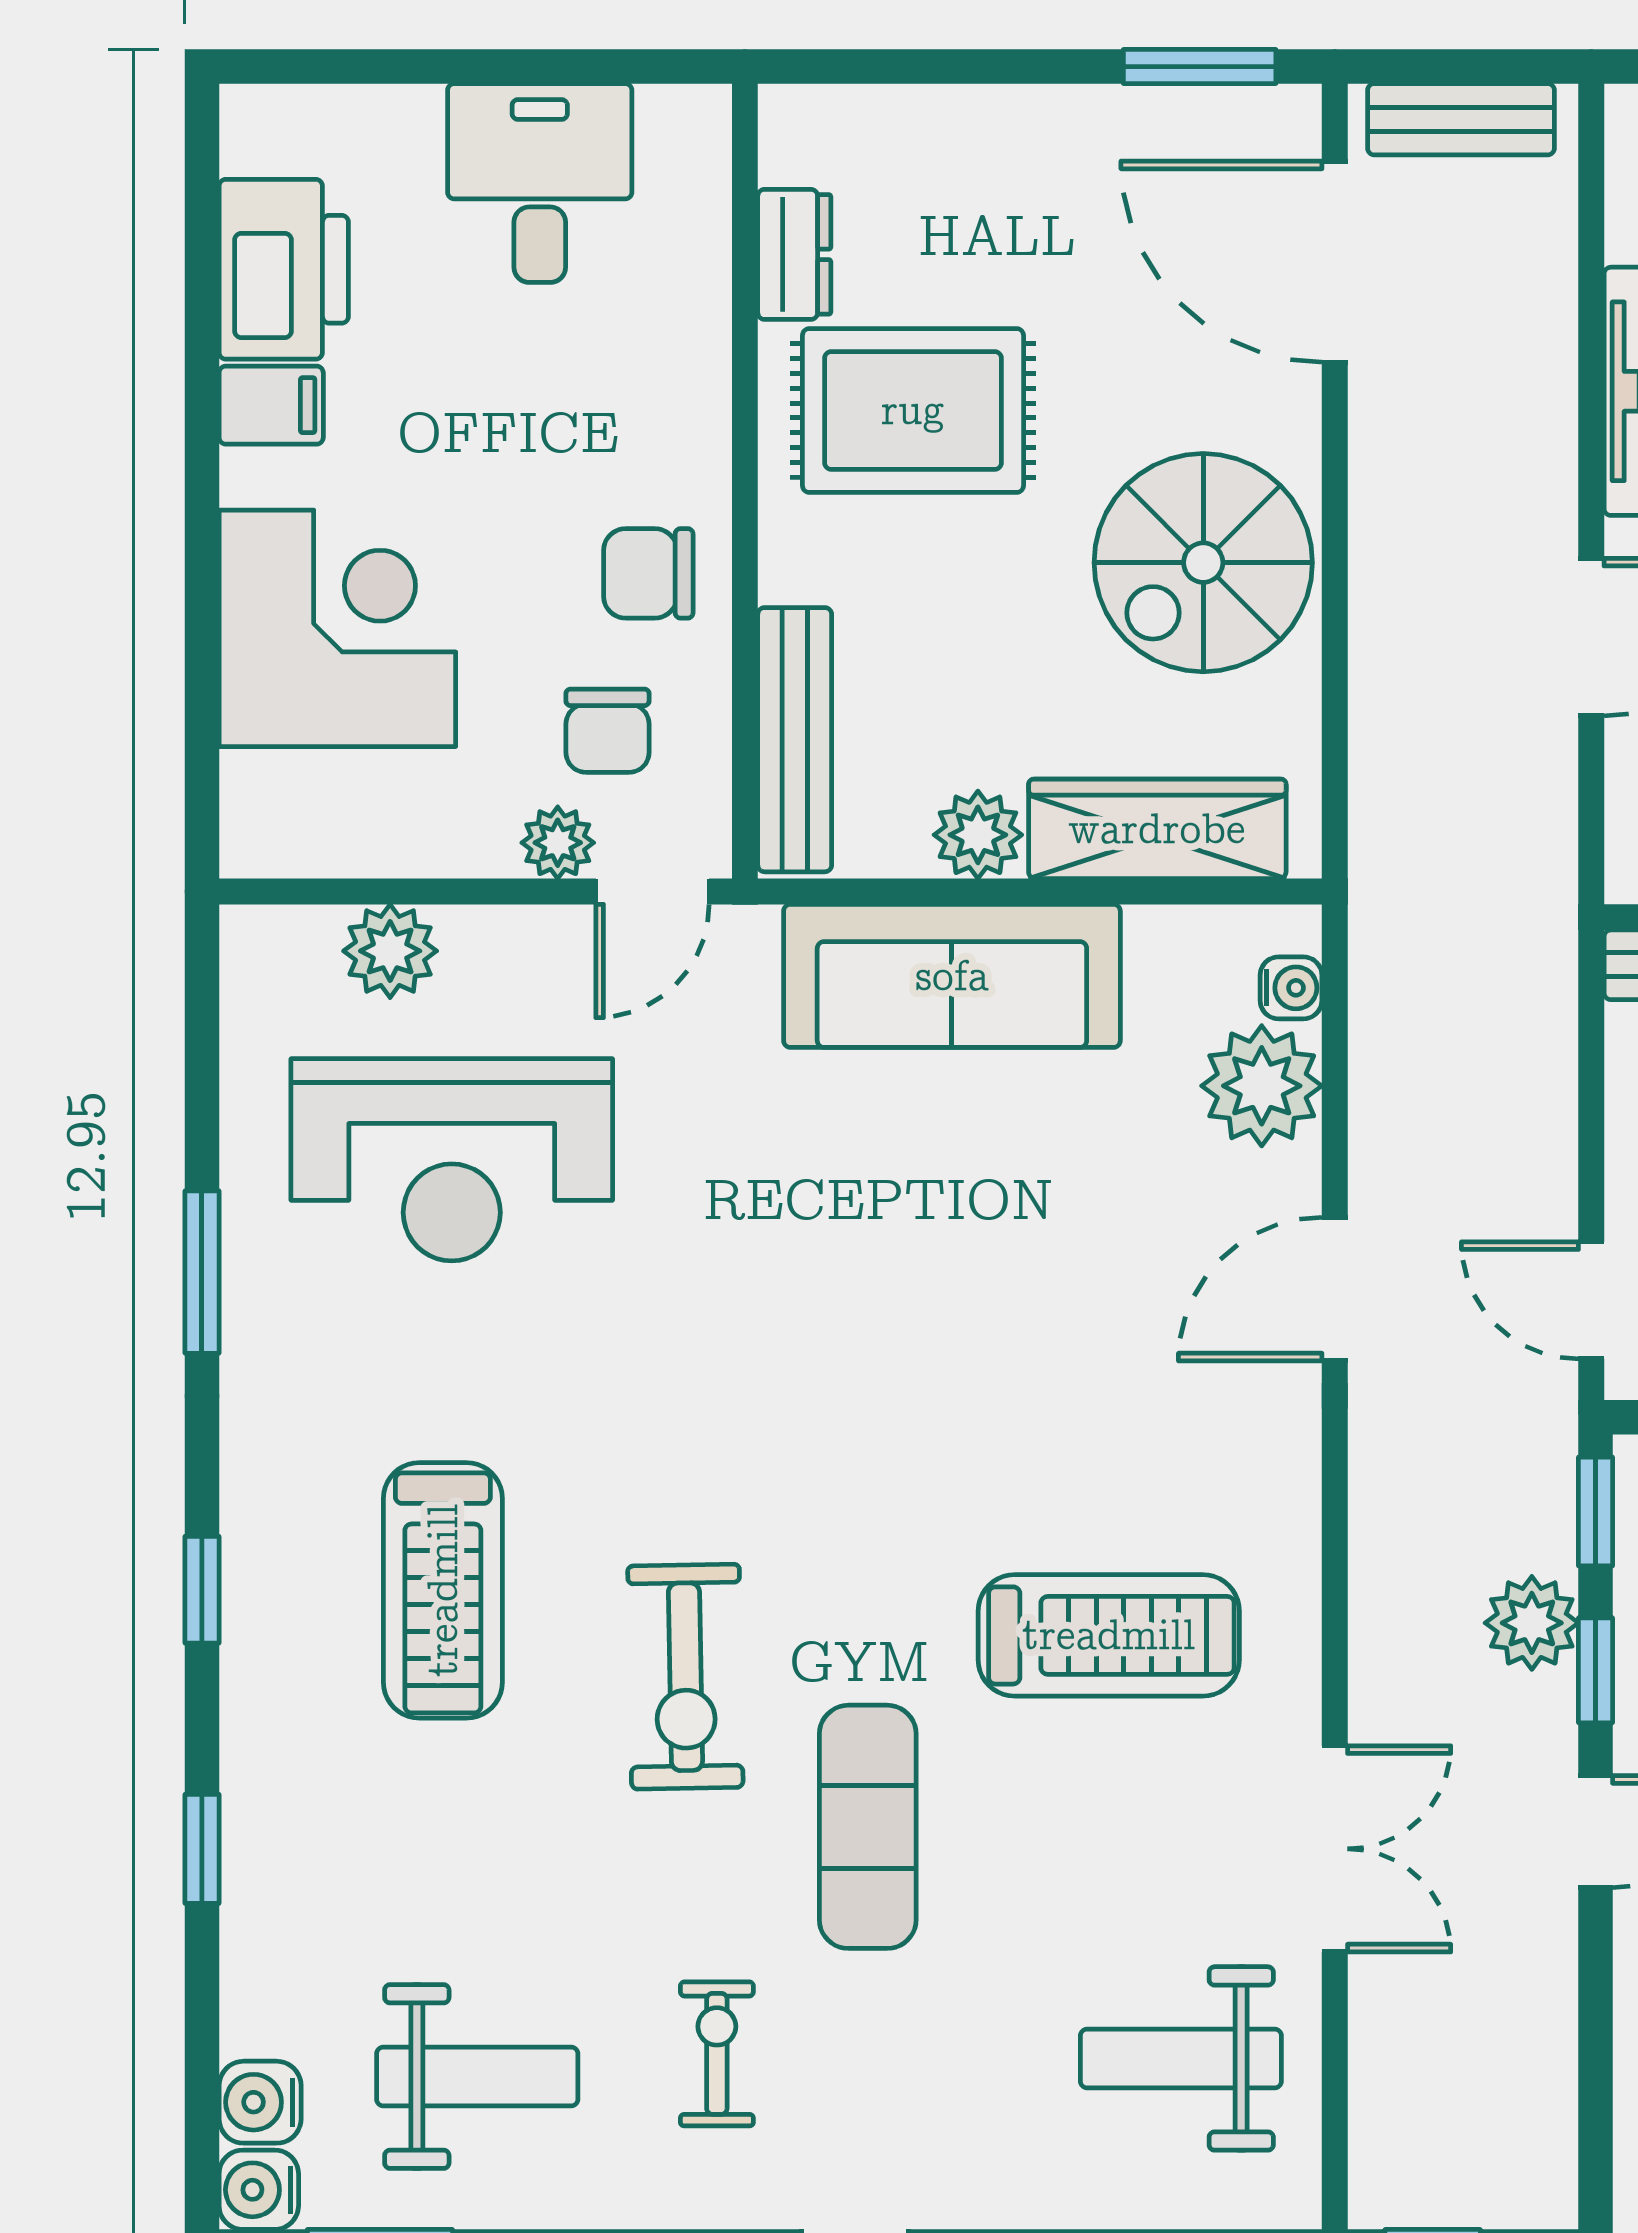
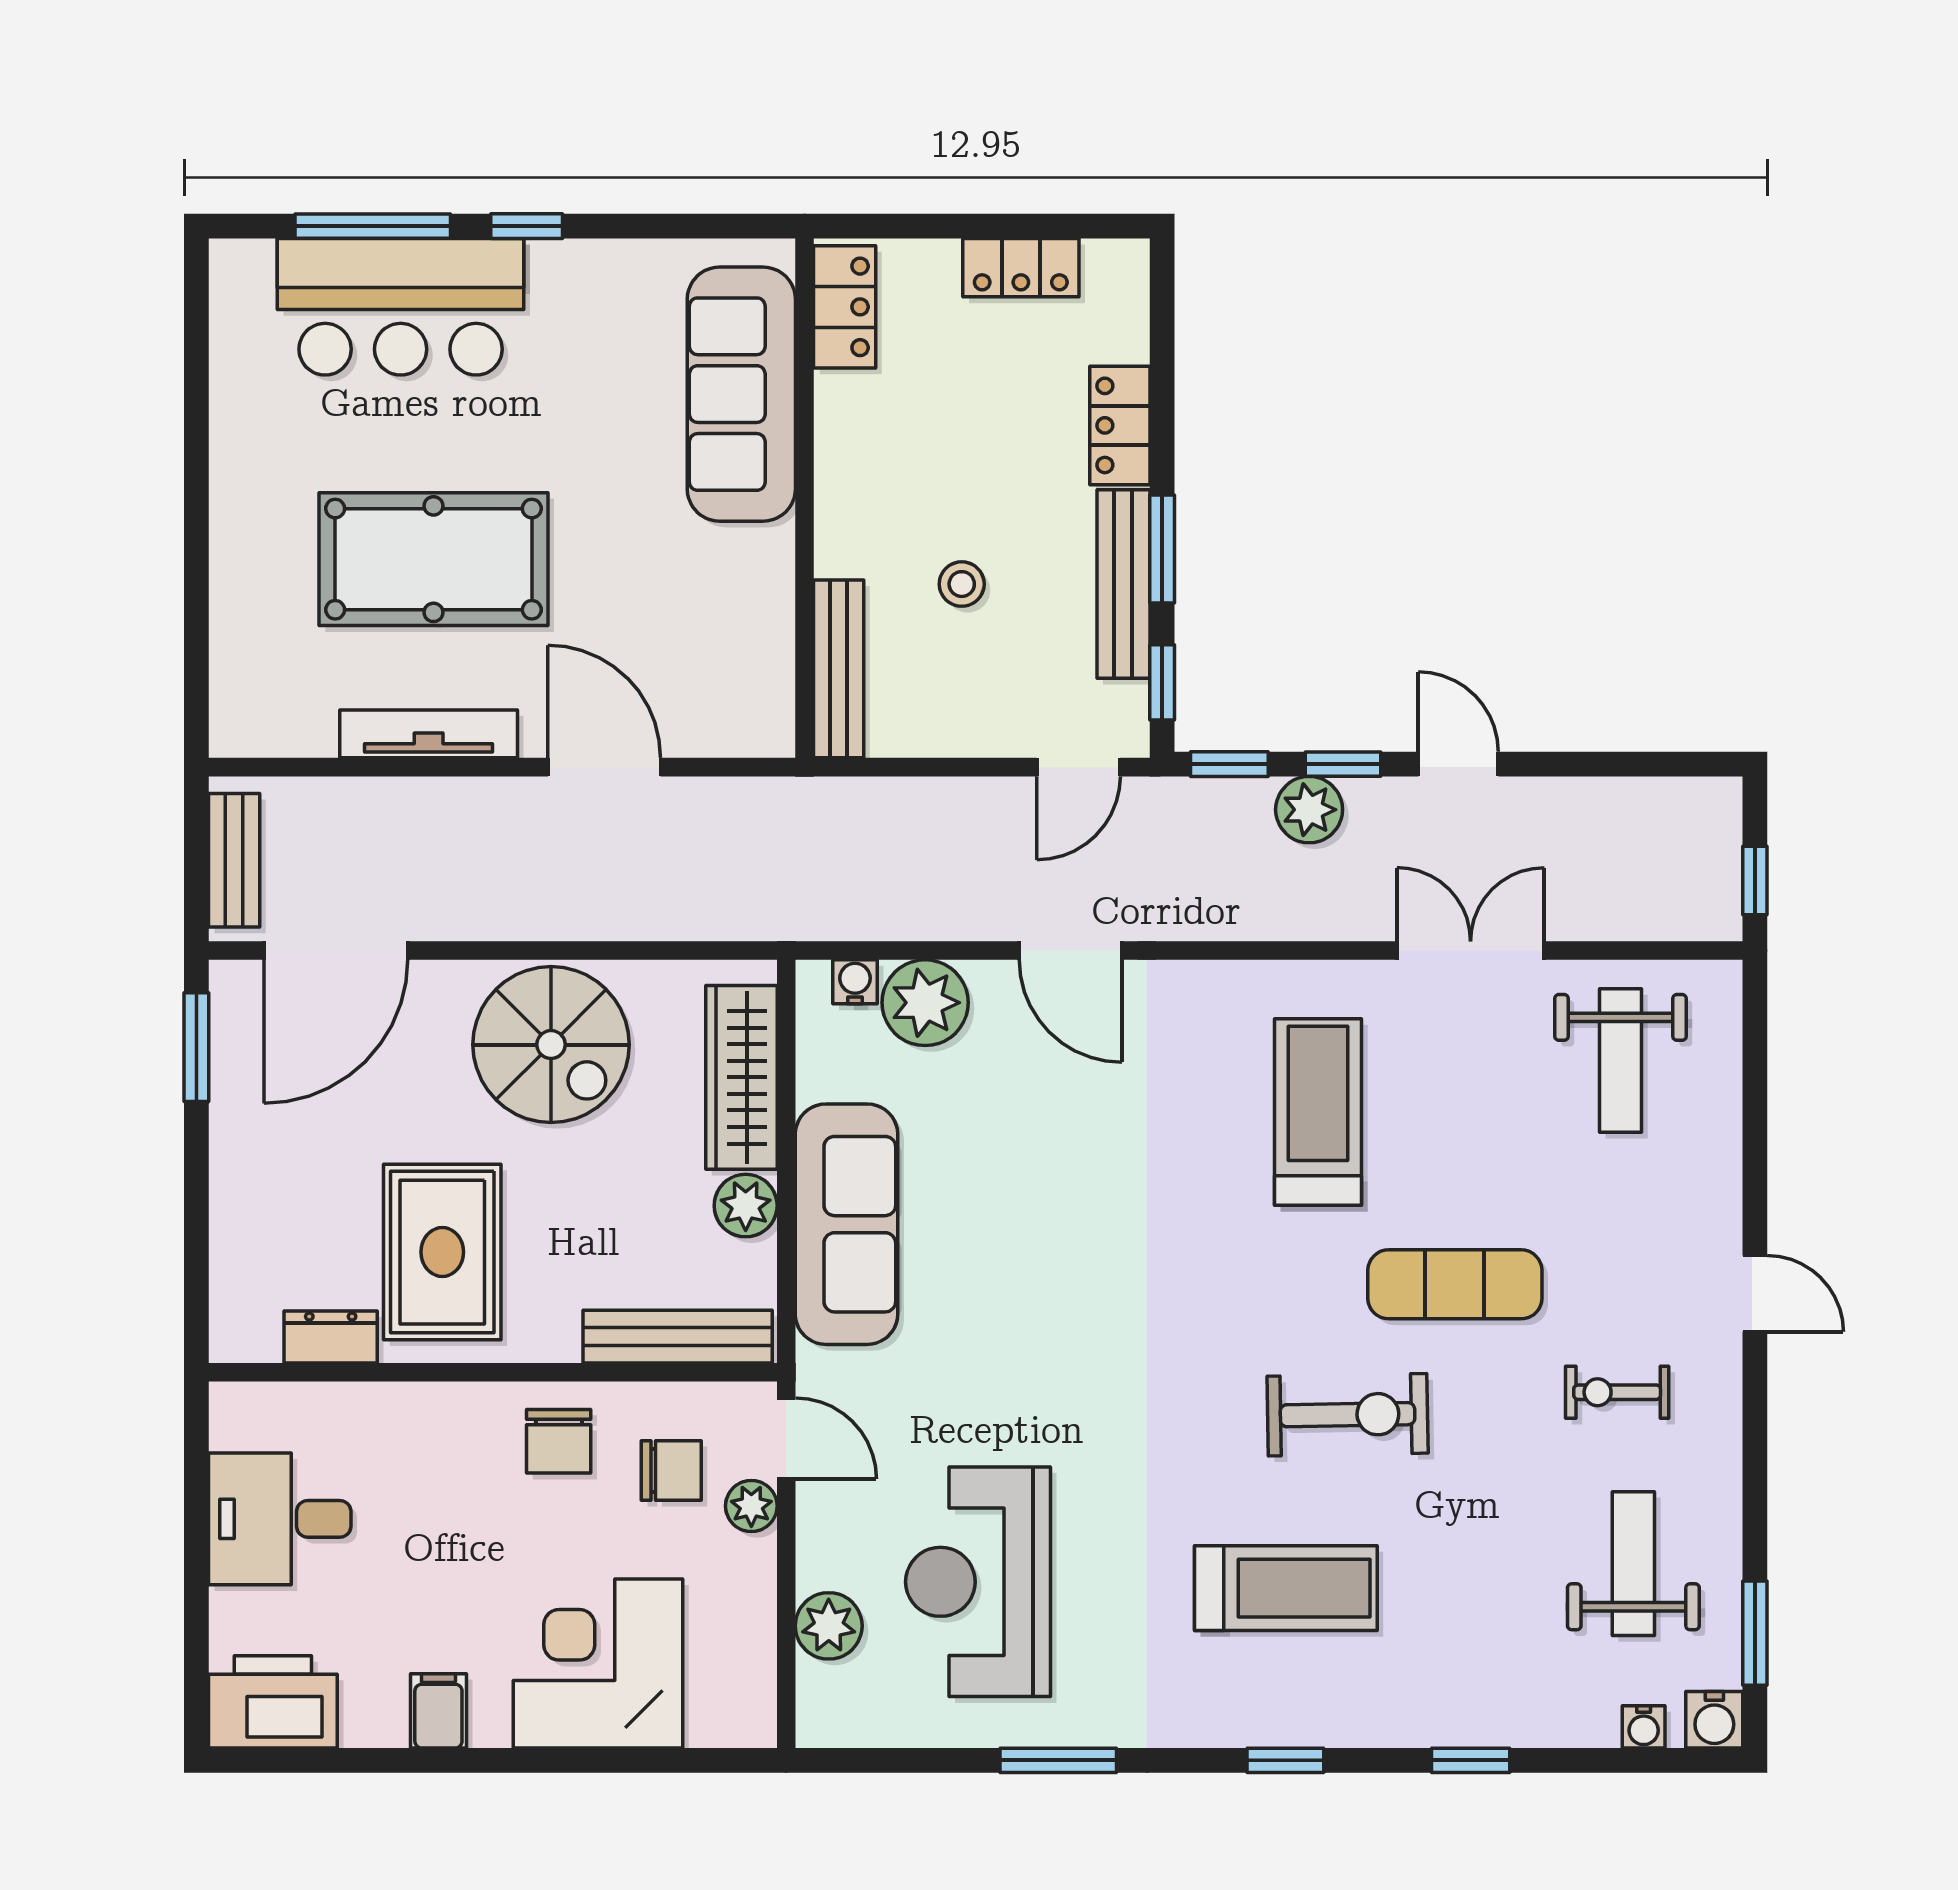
printer: (284, 269) -> (273, 1702), moved
reception desk: (452, 1160) -> (978, 1582), turned 180
water cooler: (260, 2102) -> (1644, 1727), width x0.72, depth x0.72

